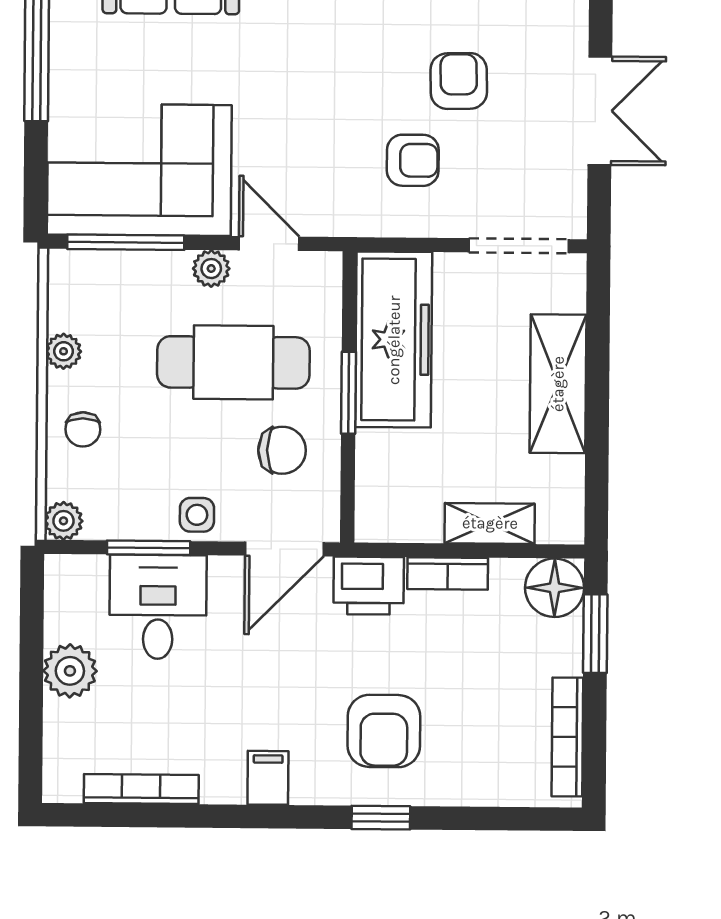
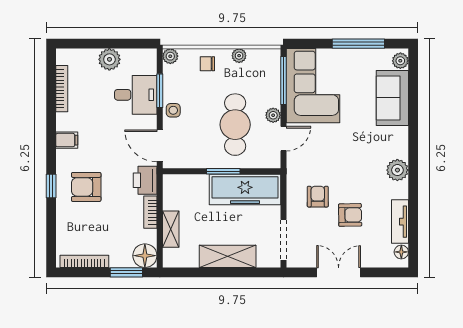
double door: (600, 111) -> (339, 272), swing flipped
armchair: (413, 160) -> (318, 197), turned 180
chair: (282, 450) -> (200, 145), removed

